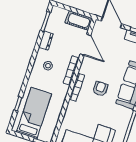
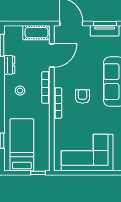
door: (85, 45) -> (52, 56), hinge flipped

